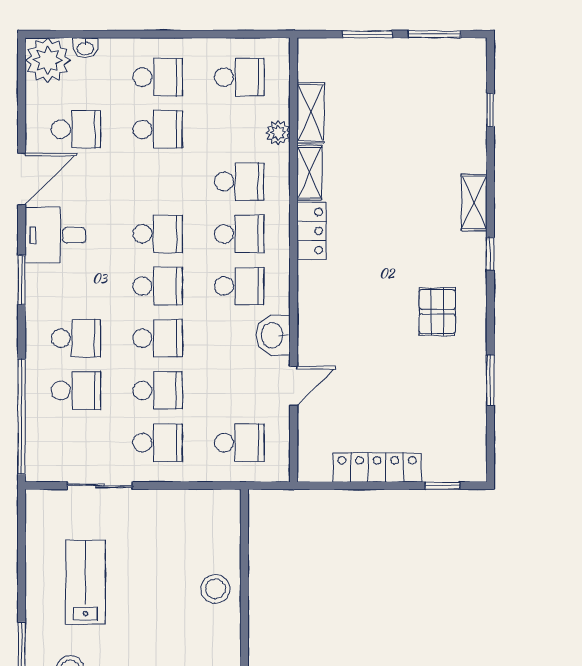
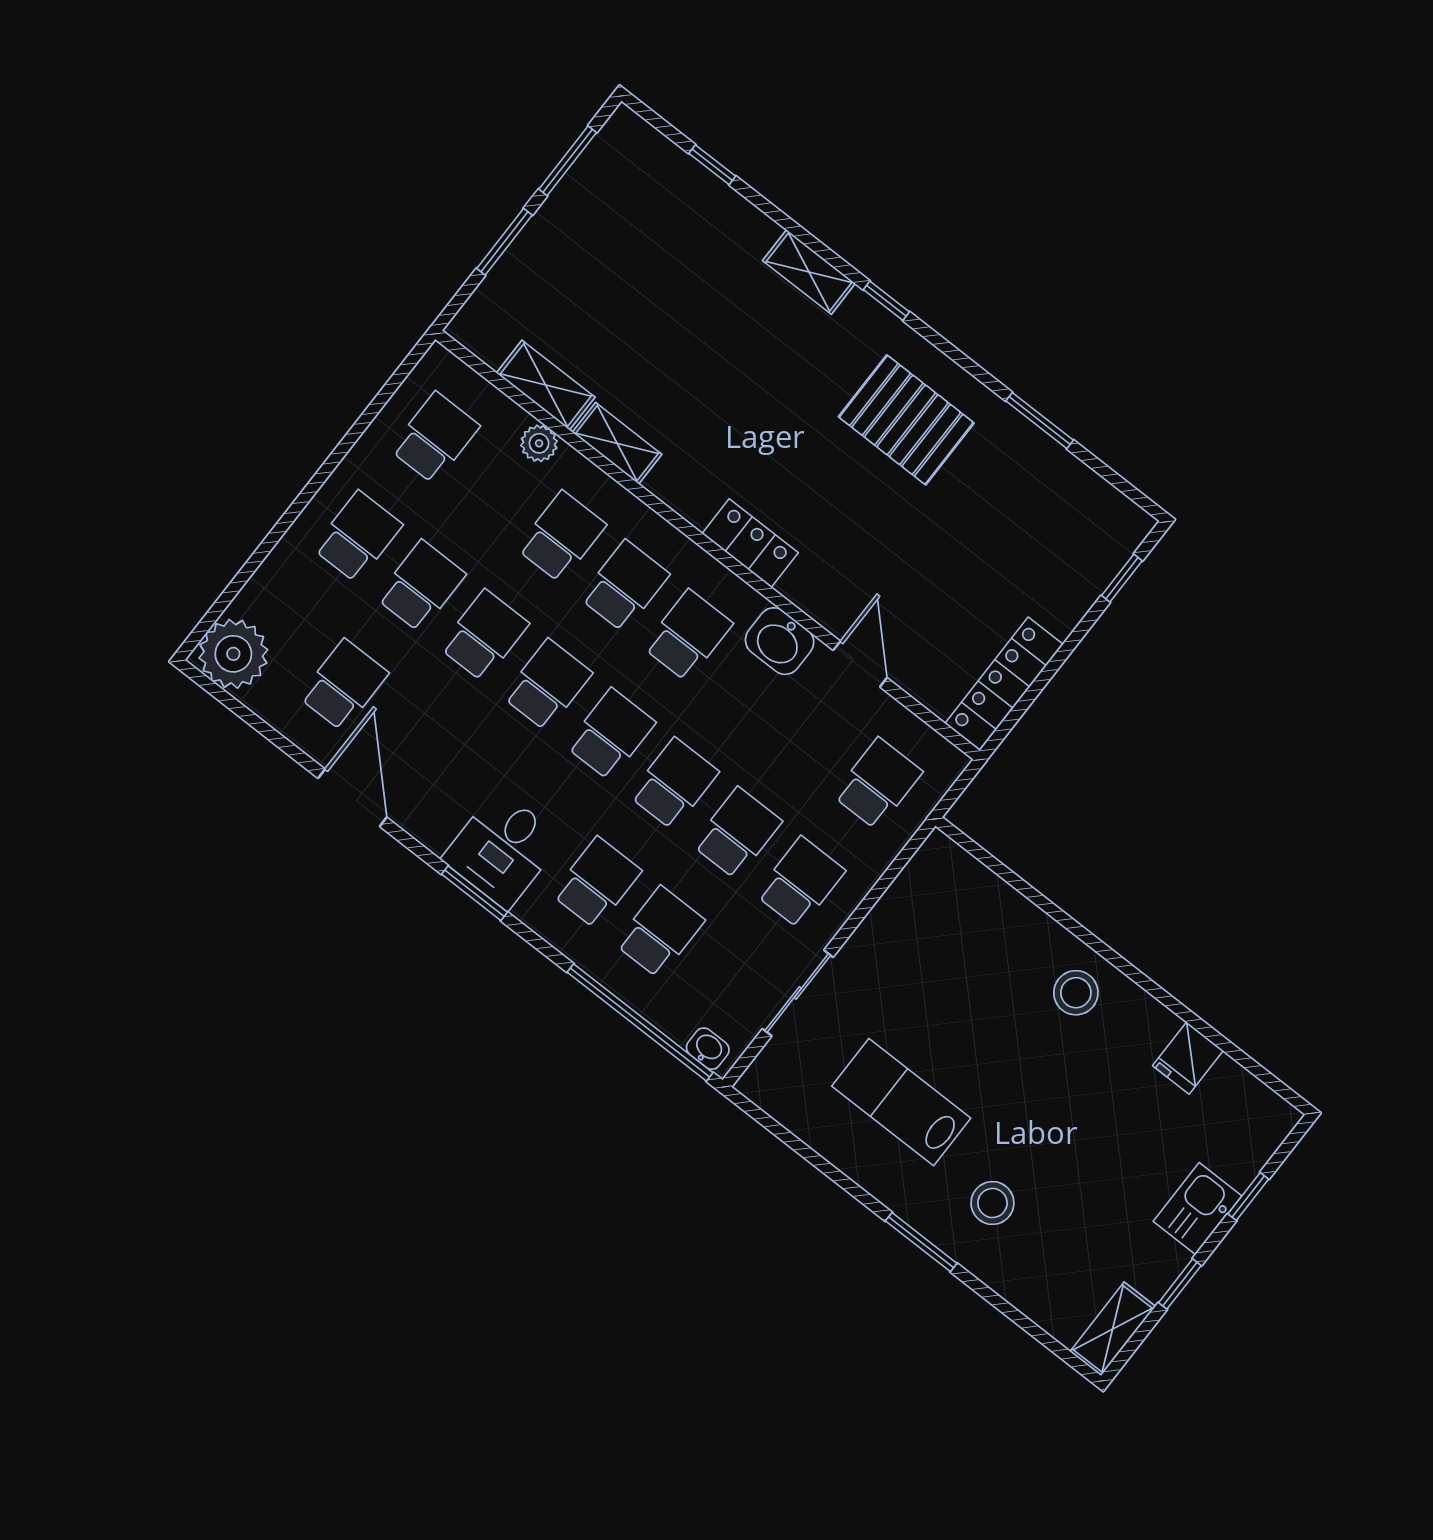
washbasin: (85, 48) -> (708, 1049), moved, turned -90
school desk: (158, 182) -> (484, 635), added
locker: (312, 231) -> (750, 543), moved
desk: (55, 235) -> (502, 849), moved
pallet: (437, 312) -> (906, 420), width x1.50, depth x1.42
locker: (377, 468) -> (1004, 684), moved
stool: (215, 589) -> (1076, 993), moved

